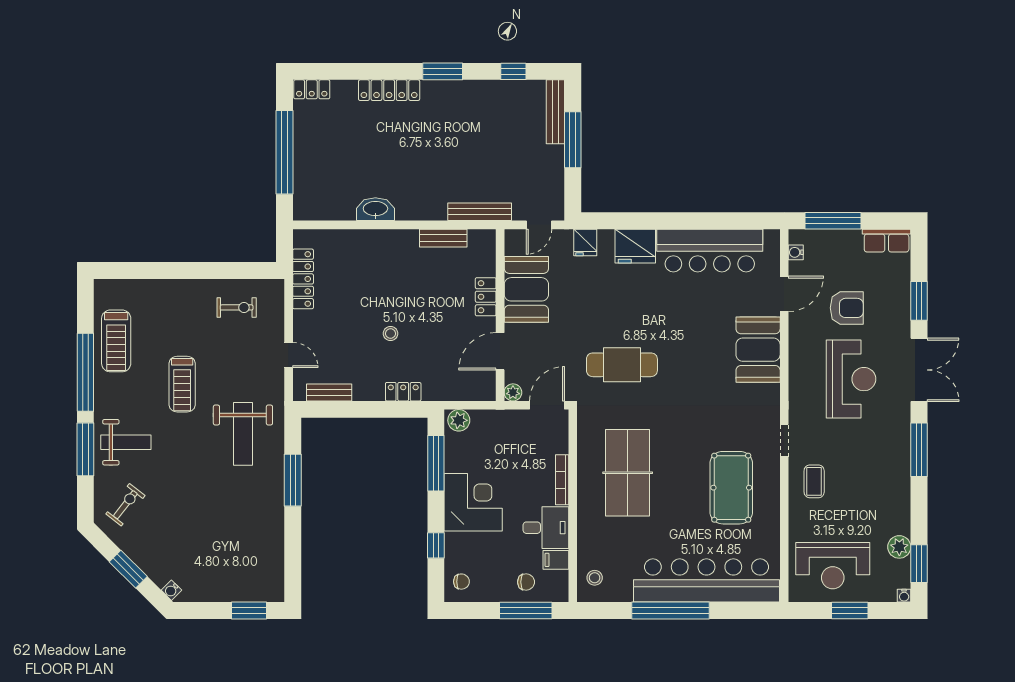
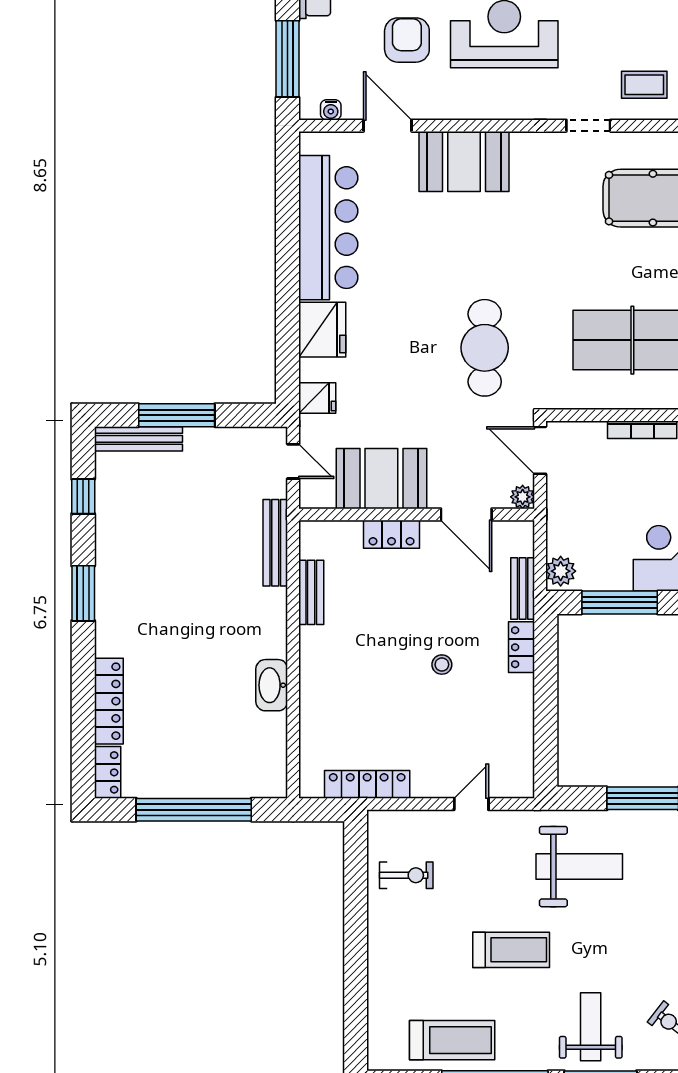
locker: (389, 90) -> (109, 701), moved
exercise bike: (237, 307) -> (406, 875), turned 90
bench: (329, 393) -> (523, 589), moved

